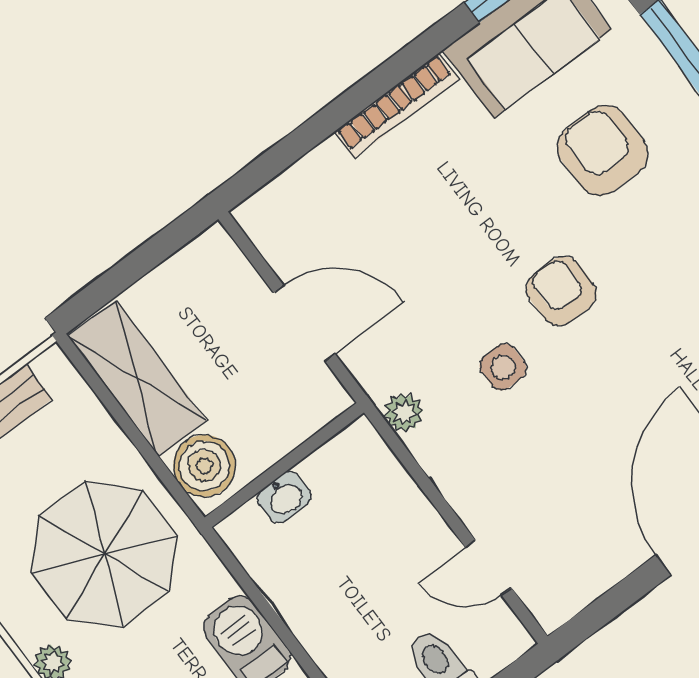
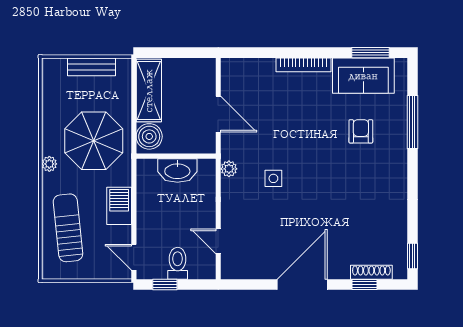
armchair: (603, 150) -> (361, 131), width x0.72, depth x0.72
armchair: (561, 291) -> (312, 168), removed
washbasin: (284, 497) -> (177, 171), width x1.91, depth x1.45

